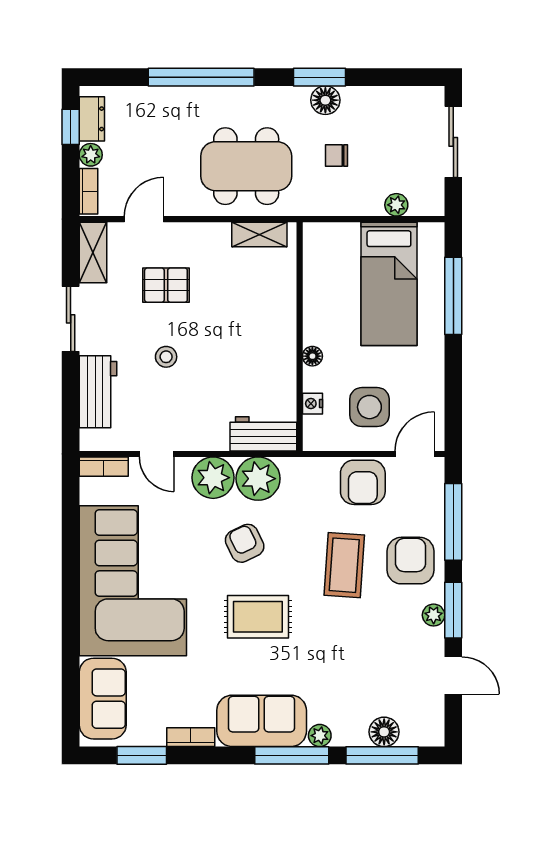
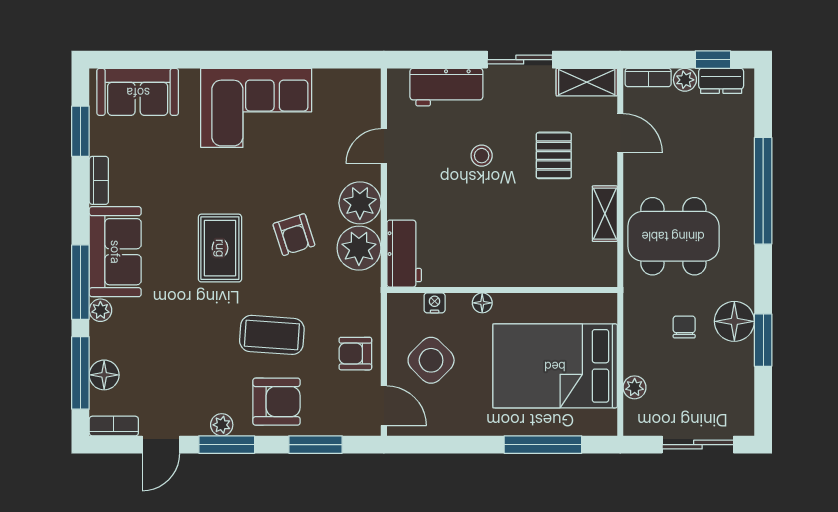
window: (319, 77) -> (763, 340), moved
floor lamp: (325, 100) -> (734, 321), width x1.38, depth x1.38
dining table: (246, 166) -> (673, 236), turned 90
shelving: (259, 234) -> (605, 214), moved
bed: (389, 284) -> (555, 366), width x1.50
side table: (369, 407) -> (431, 360), turned 45
bookcase: (104, 467) -> (114, 426), moved, turned 90
armchair: (363, 482) -> (355, 354), width x0.72, depth x0.72
window: (453, 522) -> (316, 445), width x0.69
armchair: (245, 543) -> (294, 235), turned 98
corner sofa: (133, 581) -> (256, 108), width x0.73, depth x0.74

